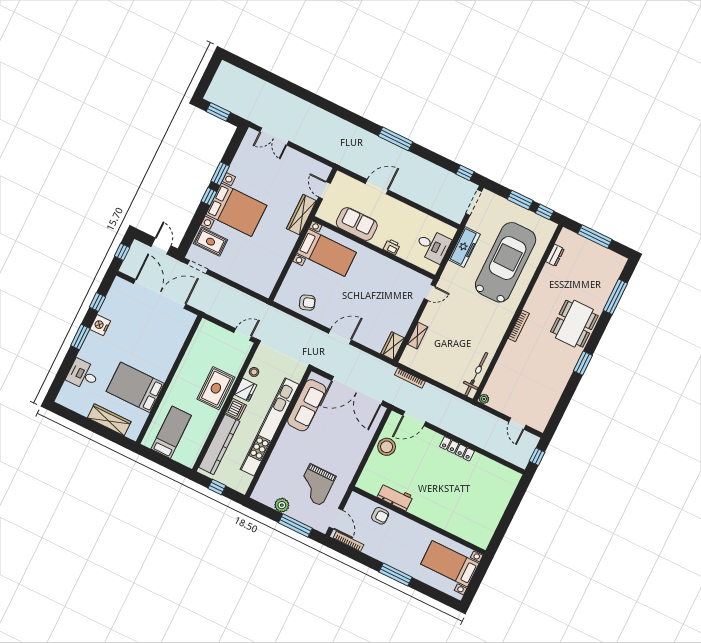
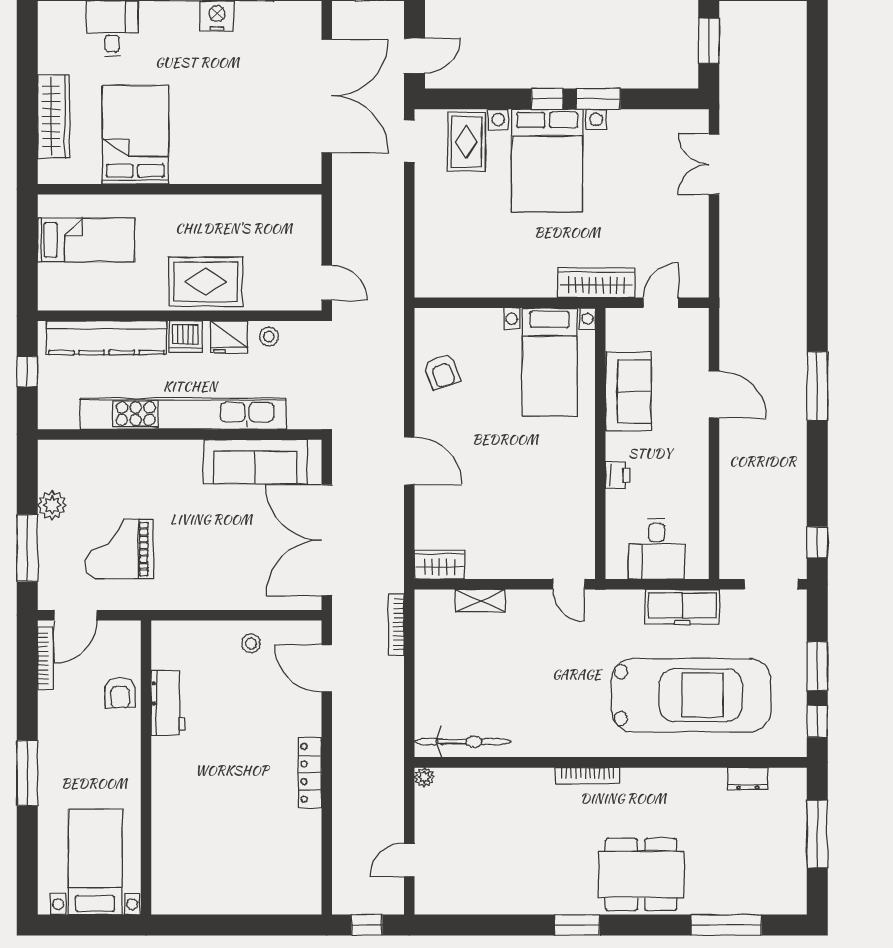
stool: (387, 447) -> (251, 643), width x0.53, depth x0.53

